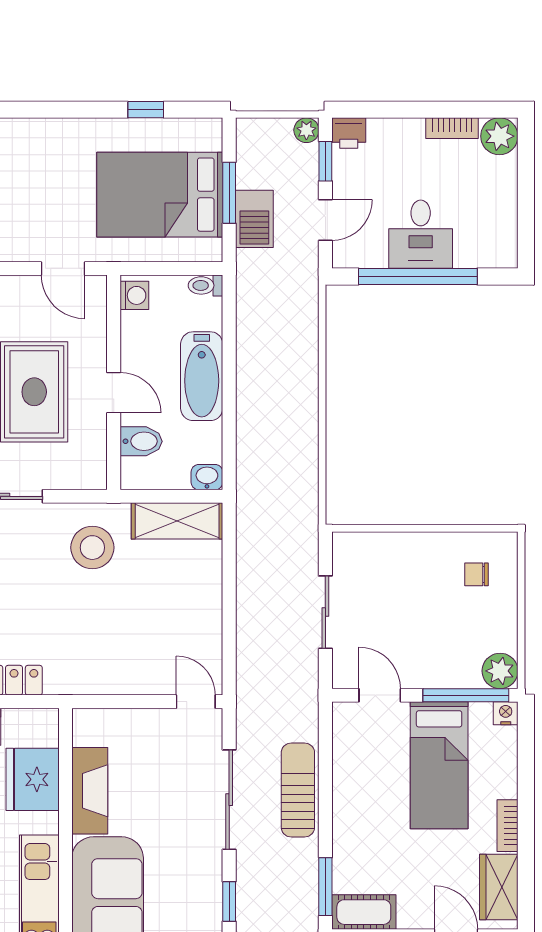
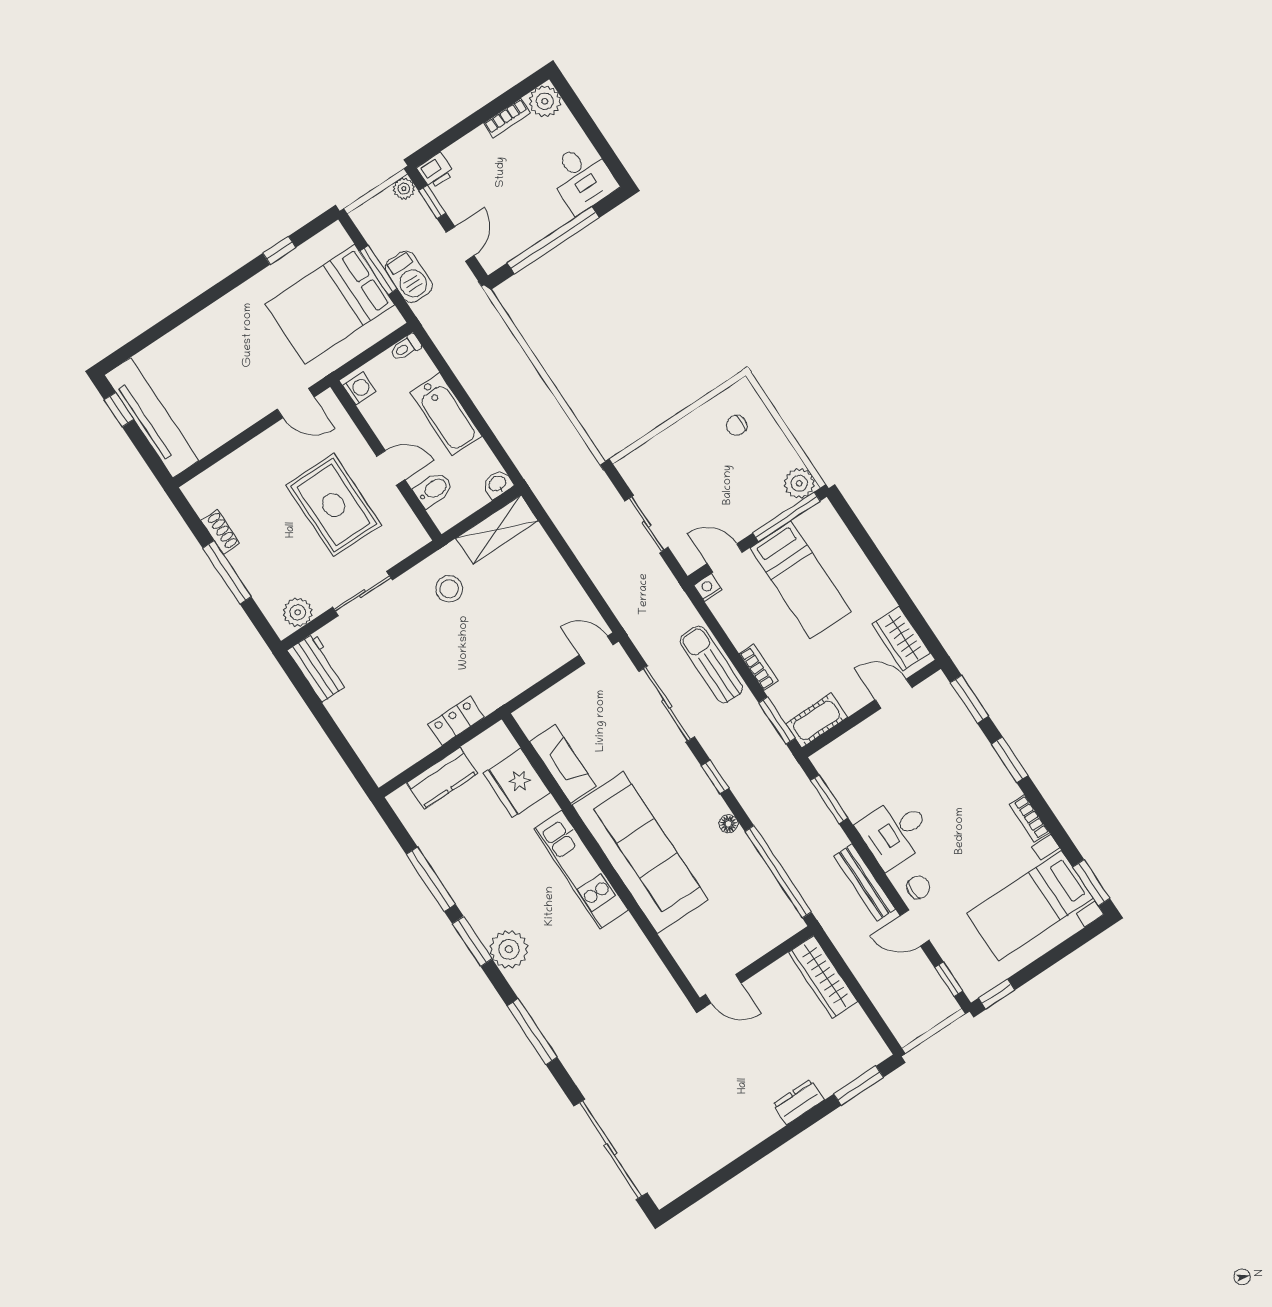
desk: (421, 234) -> (582, 178), moved
stool: (92, 548) -> (449, 589), width x0.73, depth x0.73
nightstand: (506, 713) -> (708, 588), moved
bookcase: (508, 826) -> (759, 667), moved, turned 180

